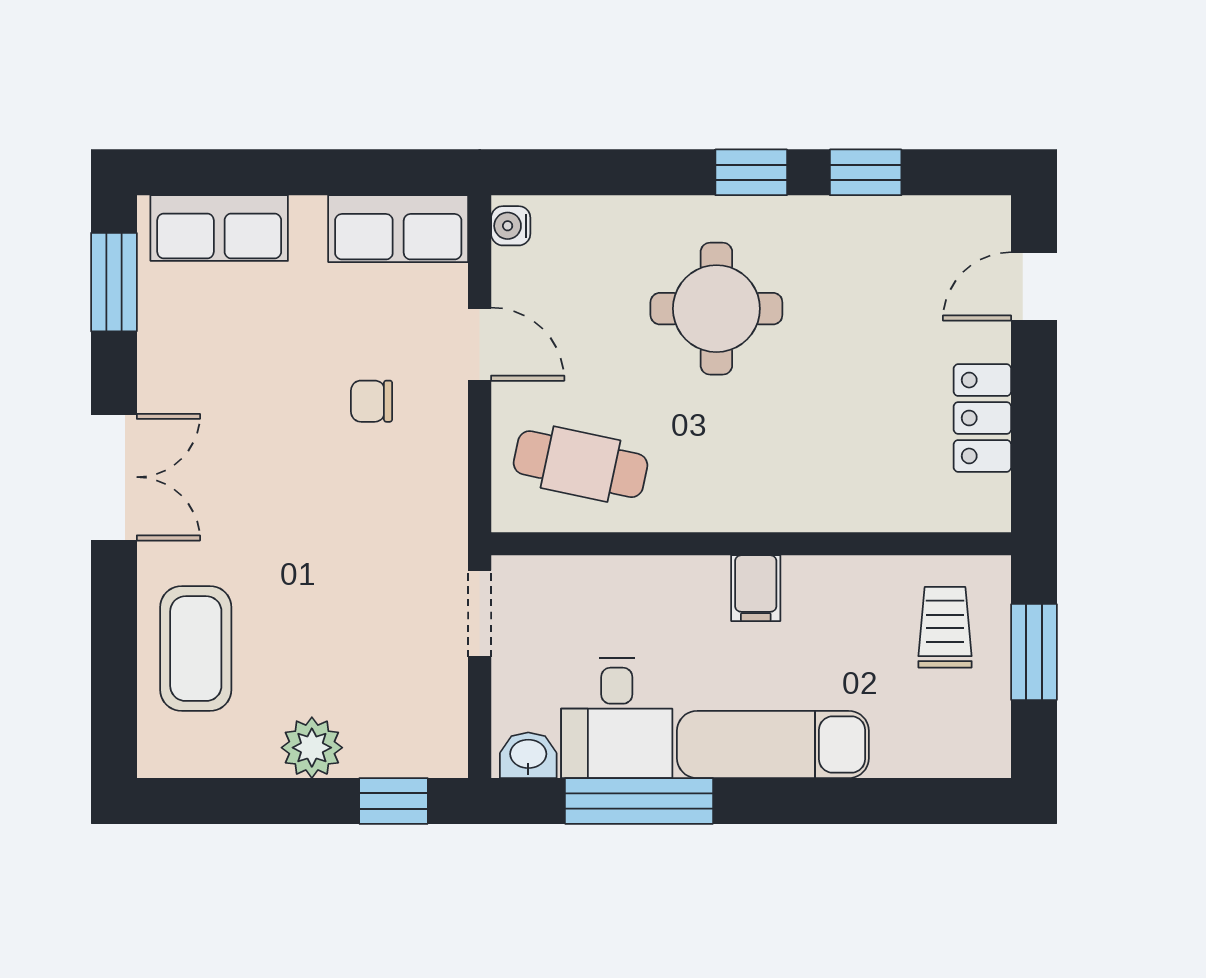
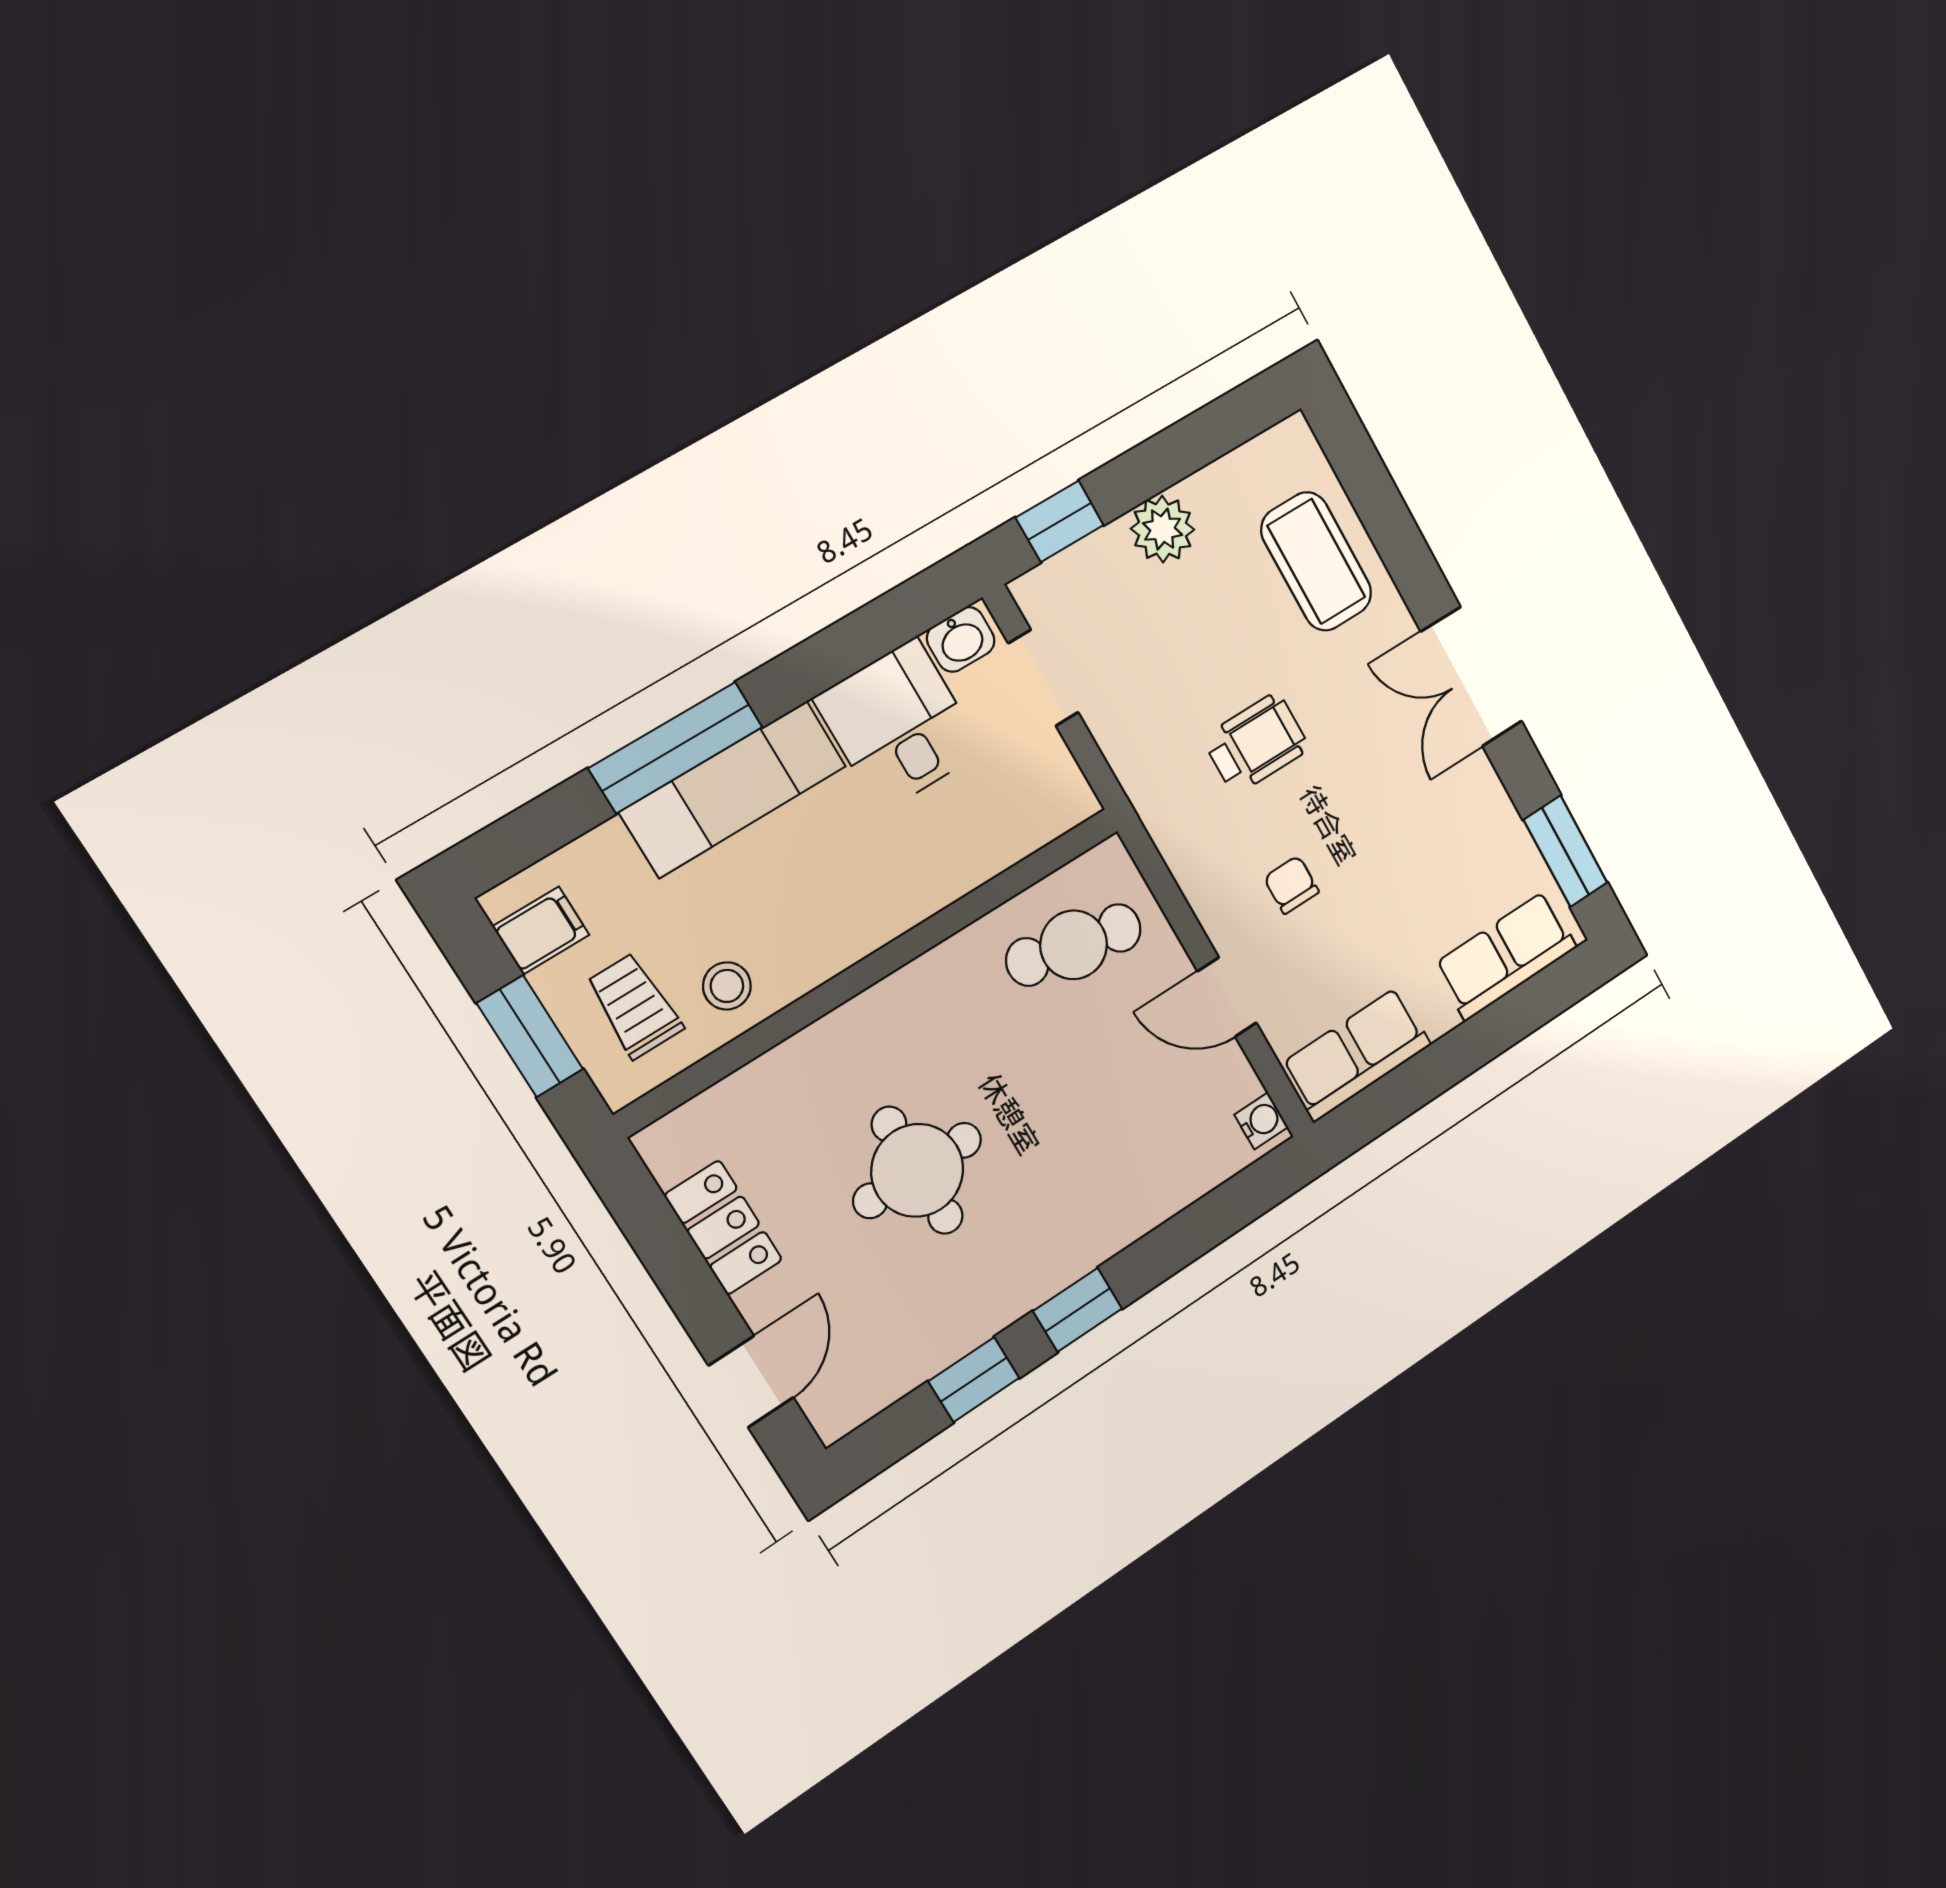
round table: (716, 309) -> (917, 1170), moved
chair: (372, 401) -> (1291, 885), turned -90
wheelchair: (334, 533) -> (1256, 743), added
filing cabinet: (756, 588) -> (541, 931), moved, turned 90
stool: (868, 600) -> (727, 986), added
doorway: (480, 614) -> (1043, 678), moved
trolley: (945, 627) -> (634, 1006), turned 180
window: (639, 801) -> (676, 748), moved

